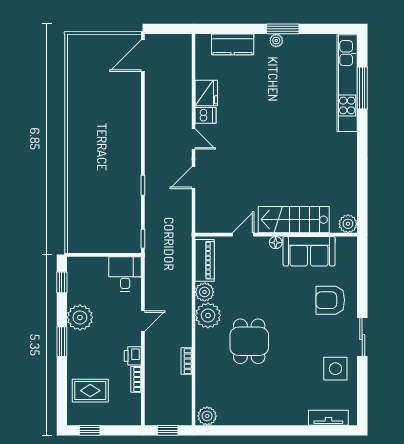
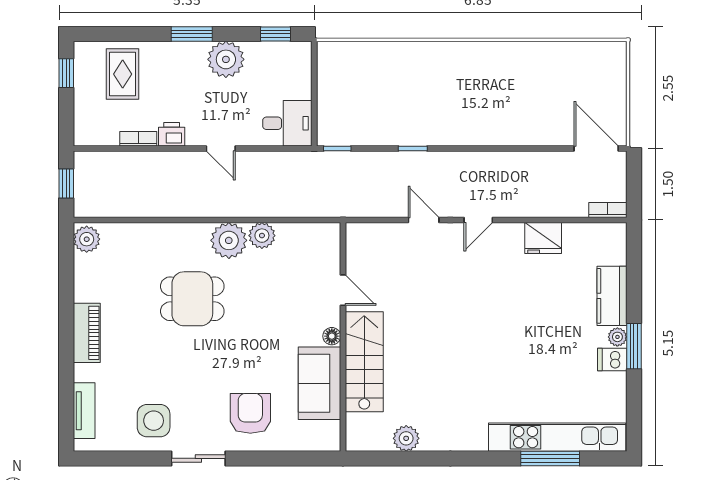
kitchen counter: (233, 44) -> (612, 296), moved
dishwasher: (206, 115) -> (612, 359), moved, turned 90
plant: (348, 224) -> (406, 438), moved
piano: (205, 260) -> (87, 333), moved, turned -90
bookcase: (186, 361) -> (608, 210), moved

